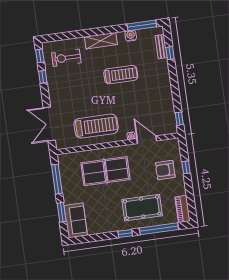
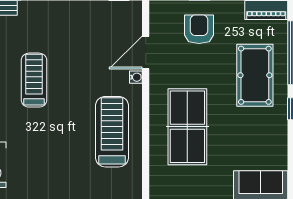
armchair: (165, 170) -> (199, 29), turned 180

